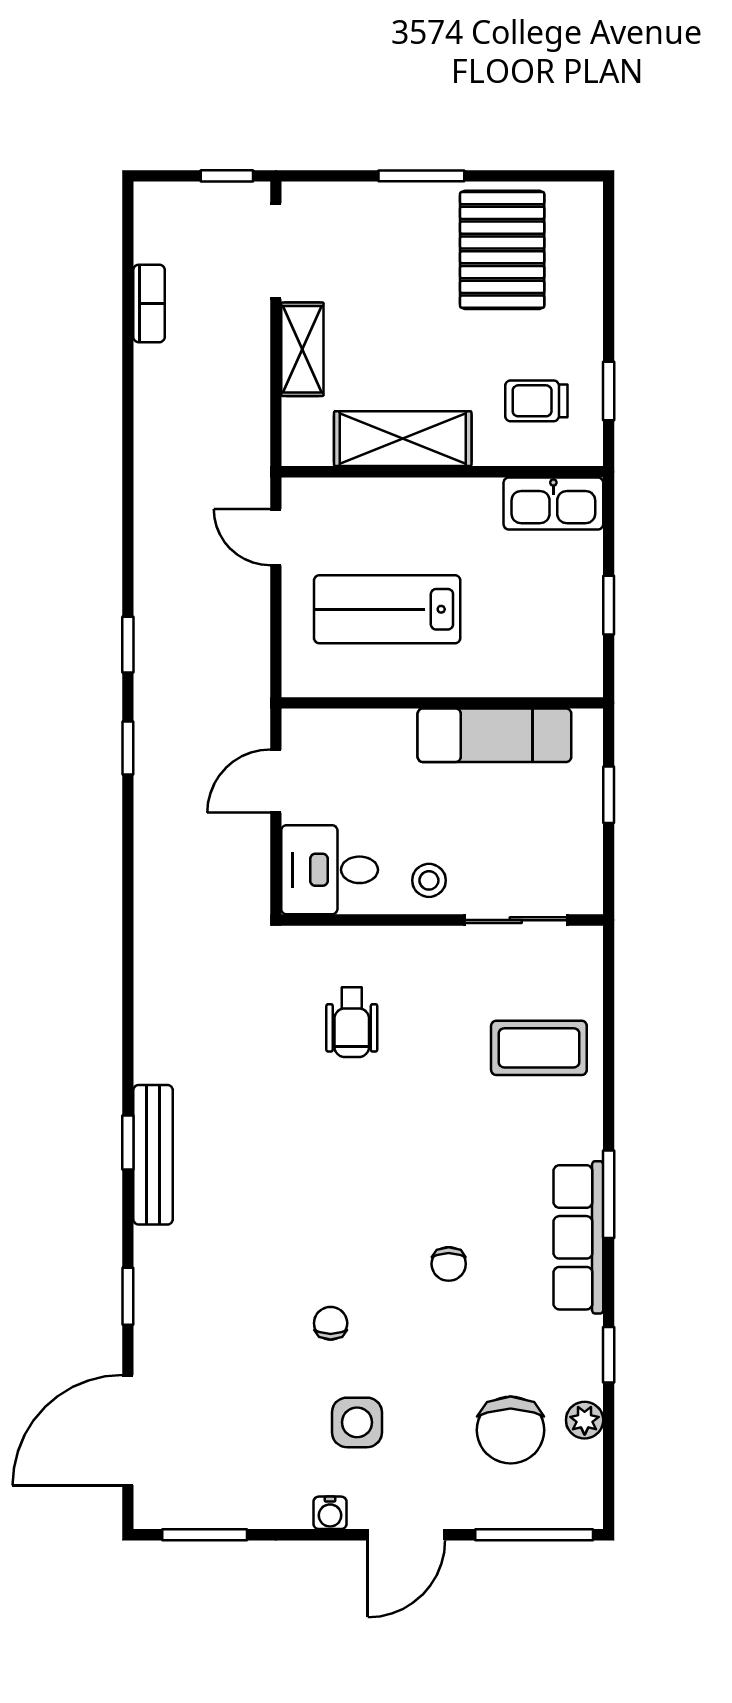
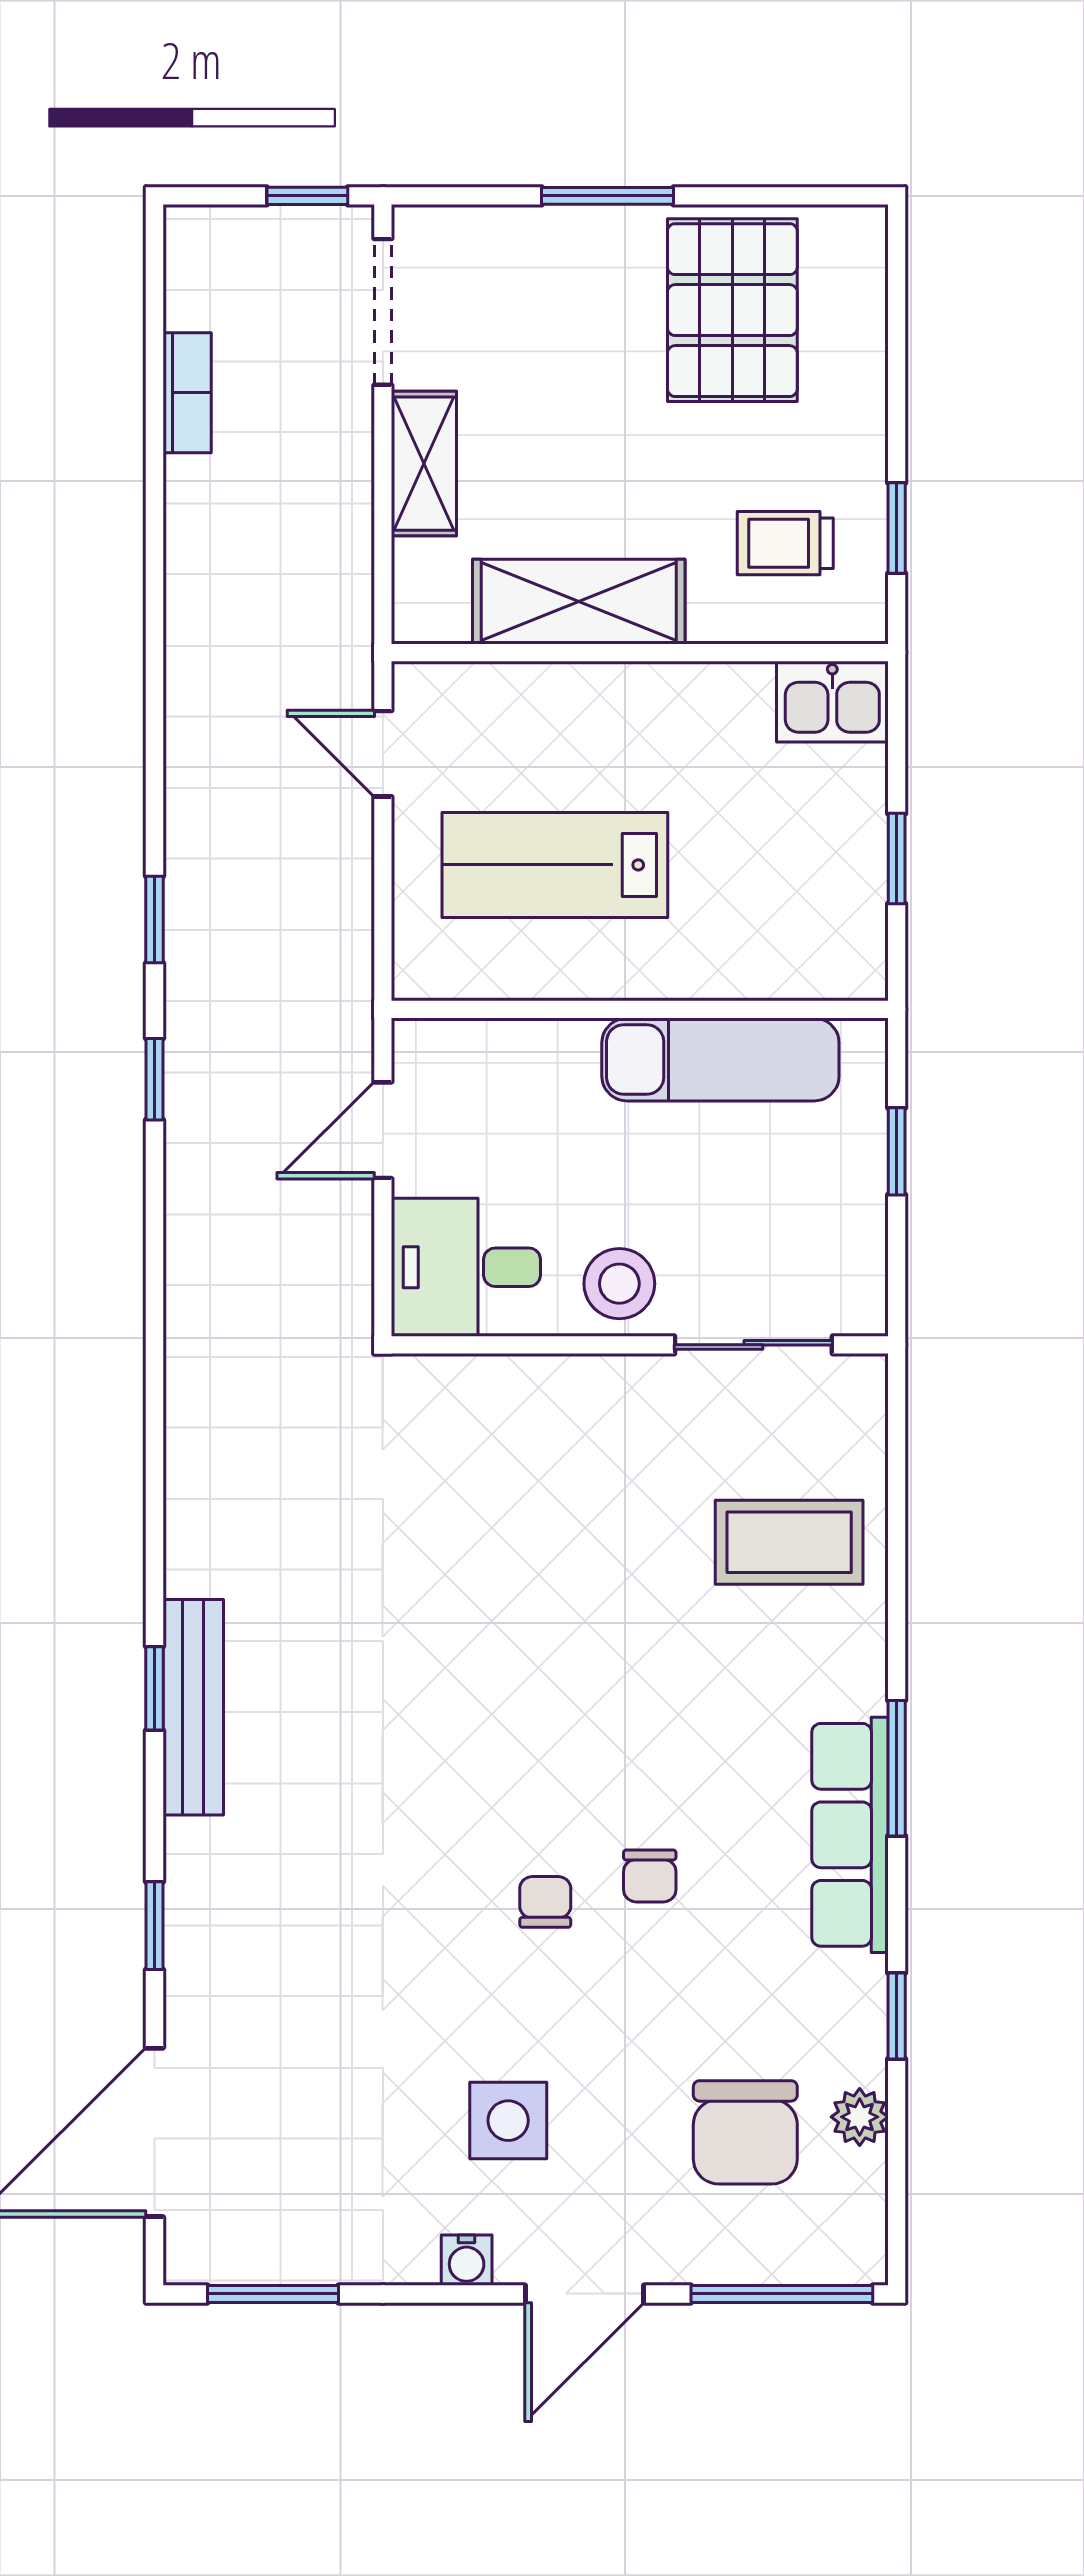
kitchen sink: (553, 503) -> (832, 702), width x0.73
stool: (429, 880) -> (619, 1284), width x1.37, depth x1.37
wheelchair: (352, 1022) -> (500, 1503), removed
chair: (331, 1323) -> (545, 1902), moved

